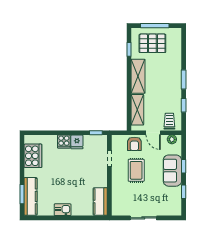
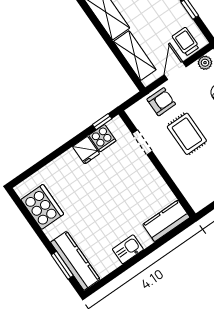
door: (153, 133) -> (175, 71), swing flipped
cooker: (64, 141) -> (102, 138), moved
armchair: (134, 144) -> (161, 102), turned -90
kitchen counter: (100, 201) -> (166, 221), moved, turned 90

